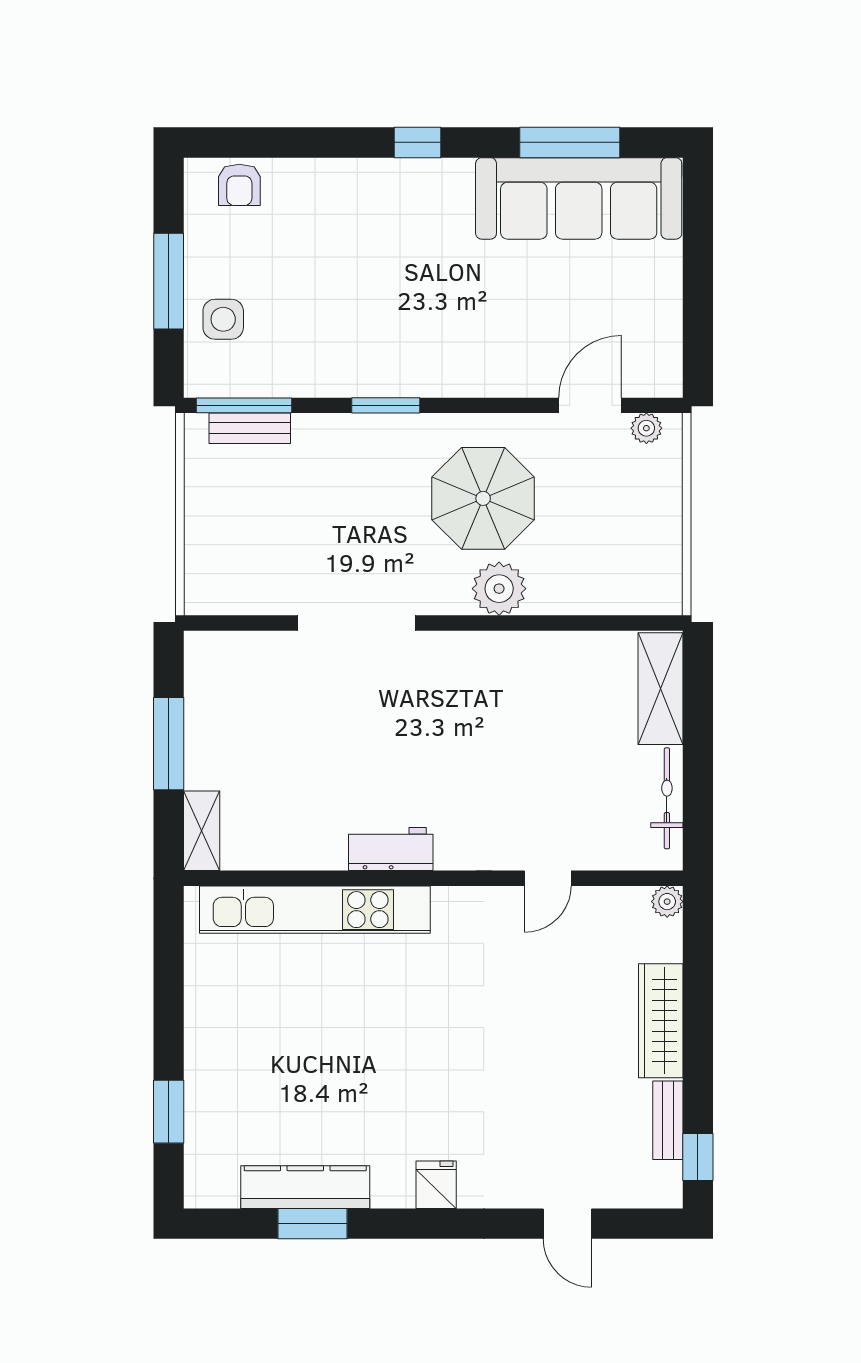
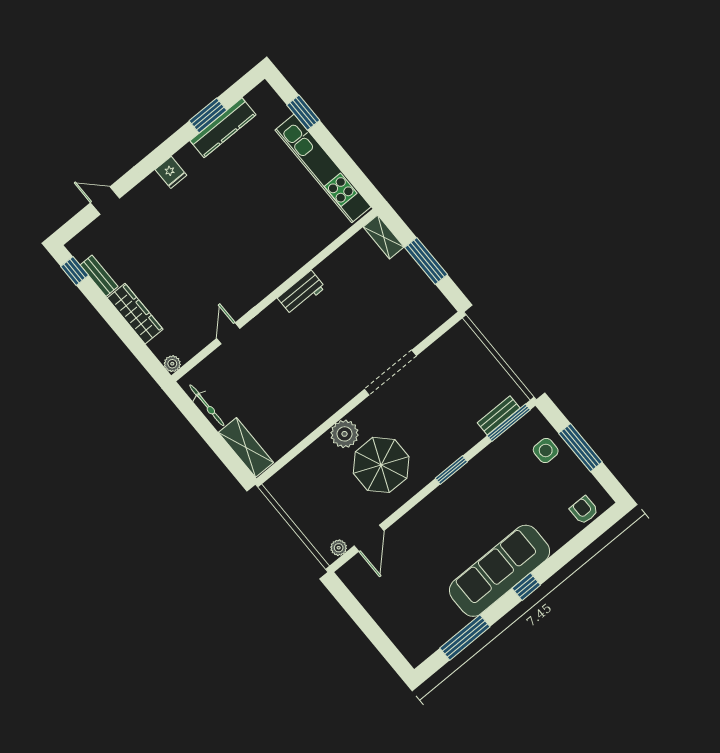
sofa: (579, 198) -> (499, 571), moved
kitchen unit: (315, 910) -> (323, 168), moved, turned -90

